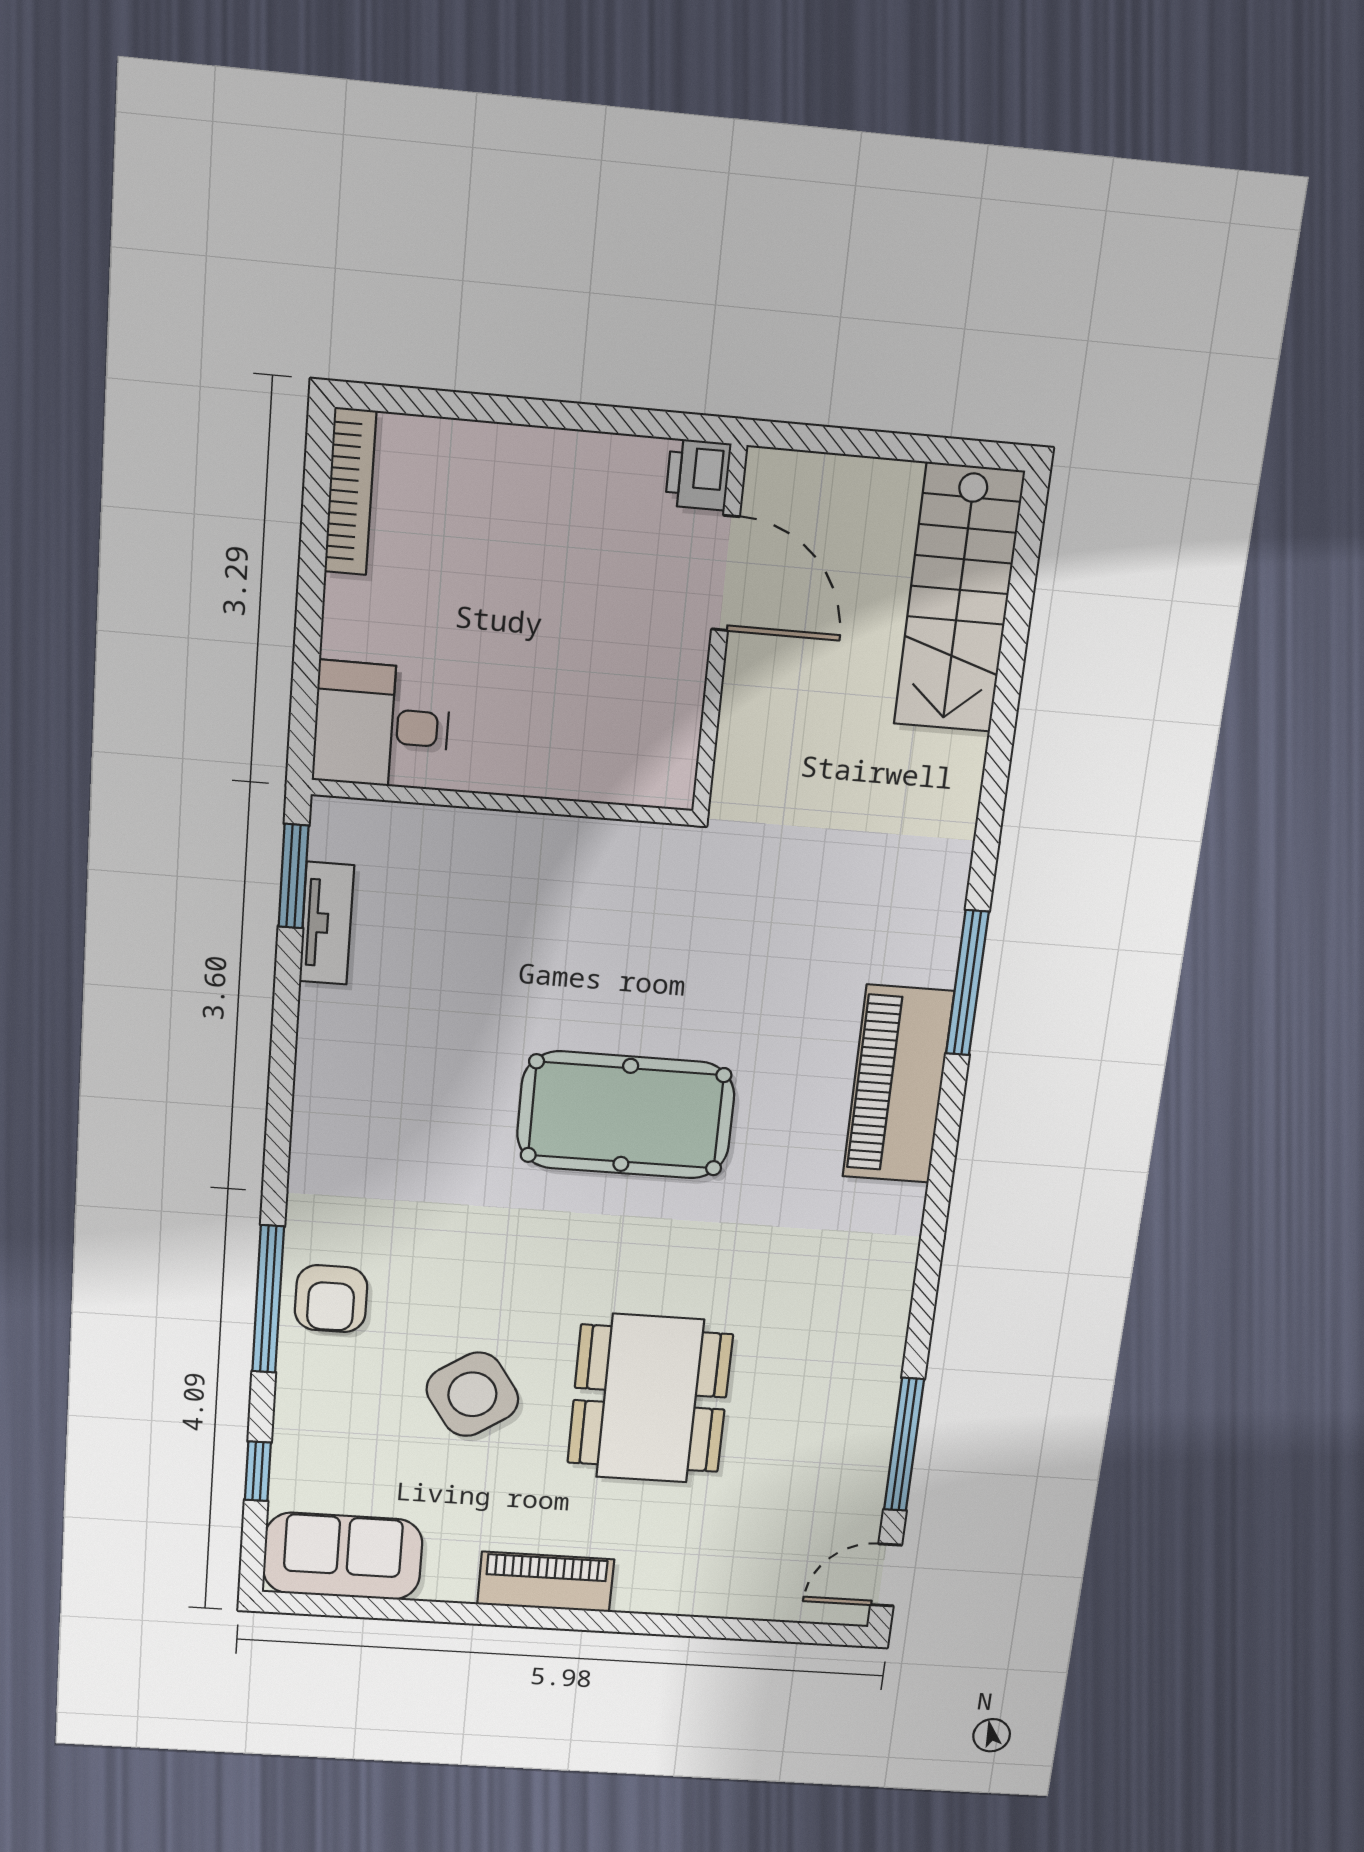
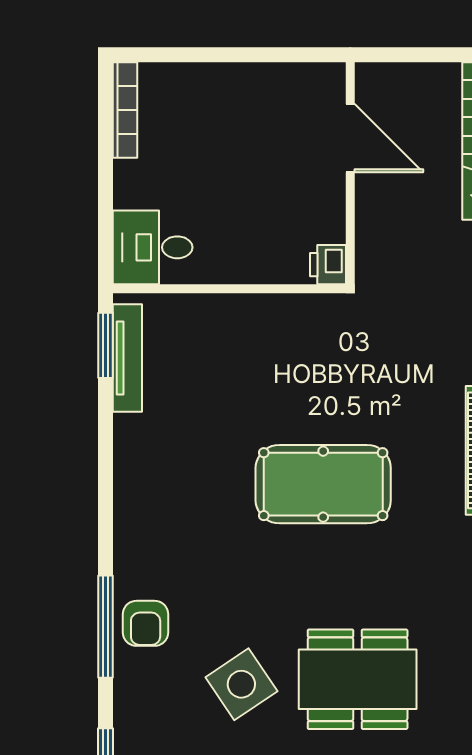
printer: (698, 474) -> (328, 265), moved
tv unit: (327, 923) -> (127, 358), width x1.41
dining table: (650, 1399) -> (358, 679), turned 90

